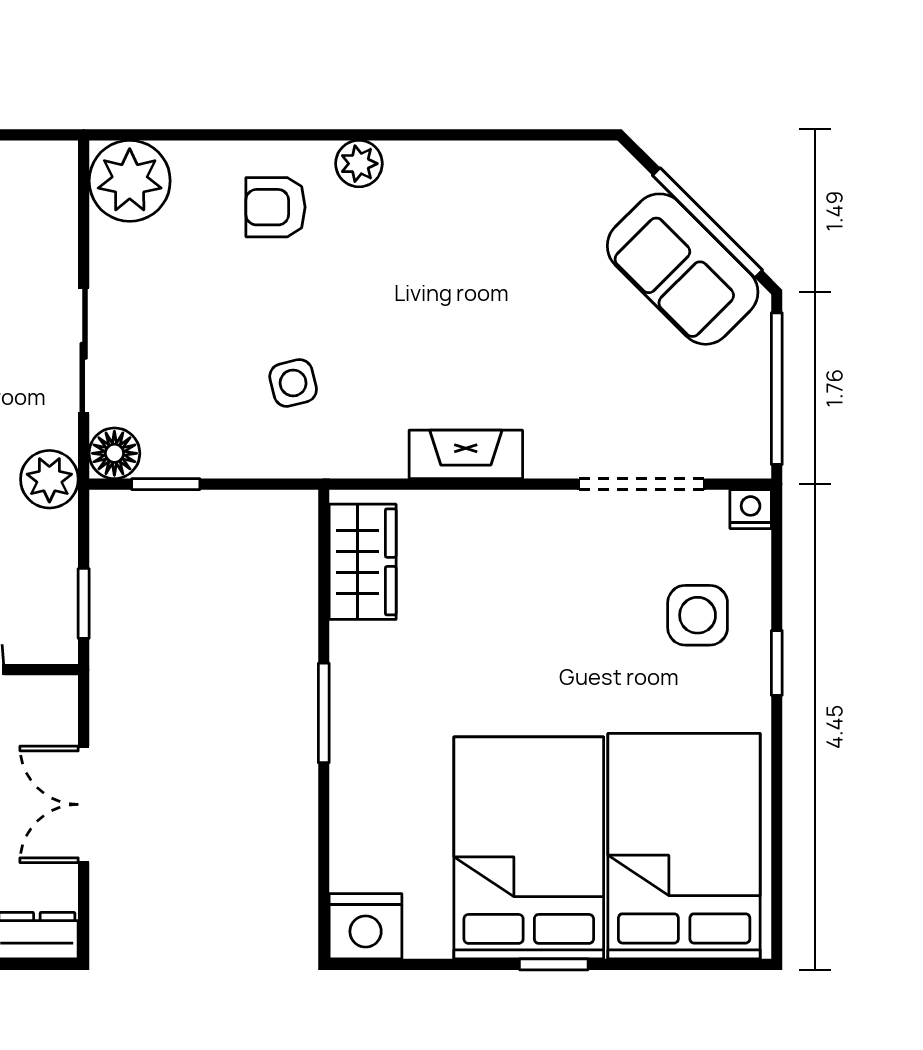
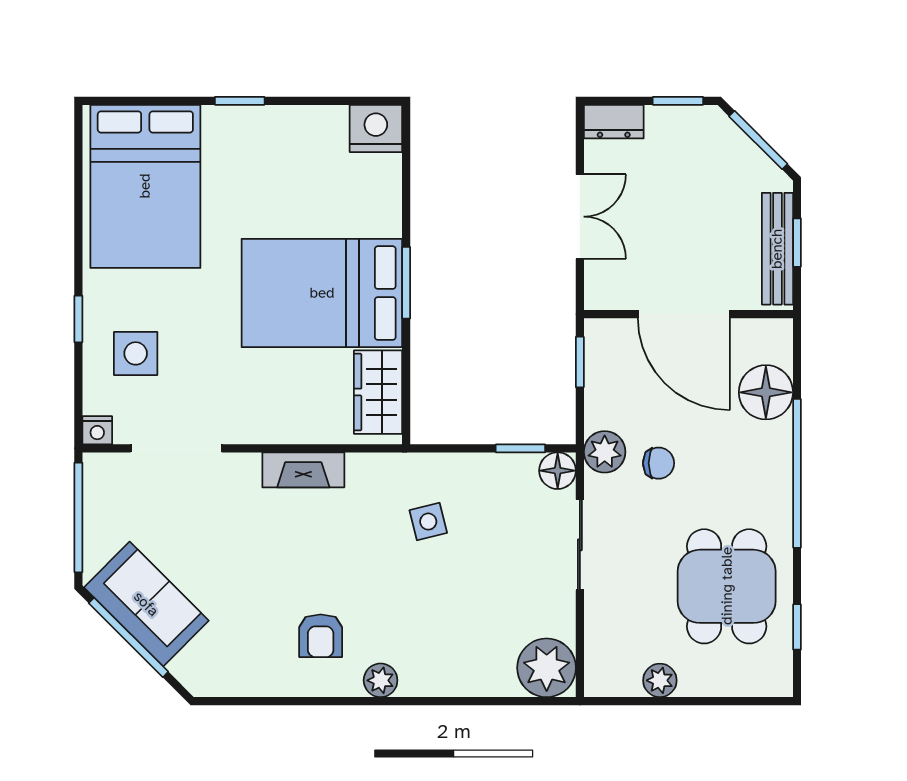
armchair: (276, 207) -> (321, 636), moved, turned 90
bed: (529, 848) -> (322, 293), moved, turned 90

